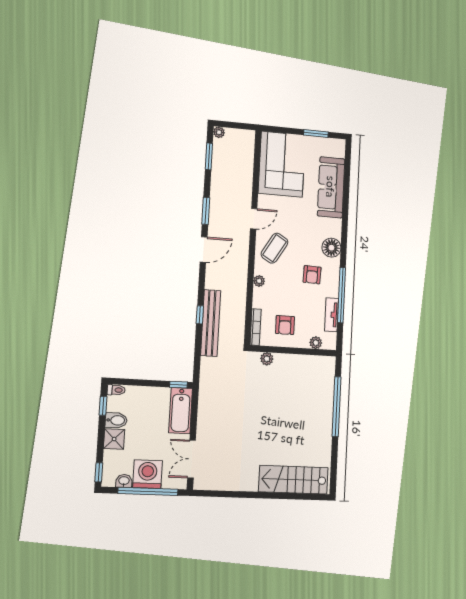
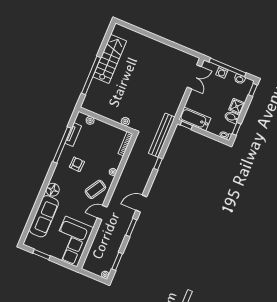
floor lamp: (331, 248) -> (53, 190), moved
bench: (211, 323) -> (162, 135), moved
armchair: (285, 325) -> (106, 139), removed
bathtub: (181, 411) -> (195, 119), moved, turned -90
washing machine: (148, 474) -> (222, 72), width x0.53, depth x0.53
stairs: (293, 480) -> (110, 59), moved, turned -90

